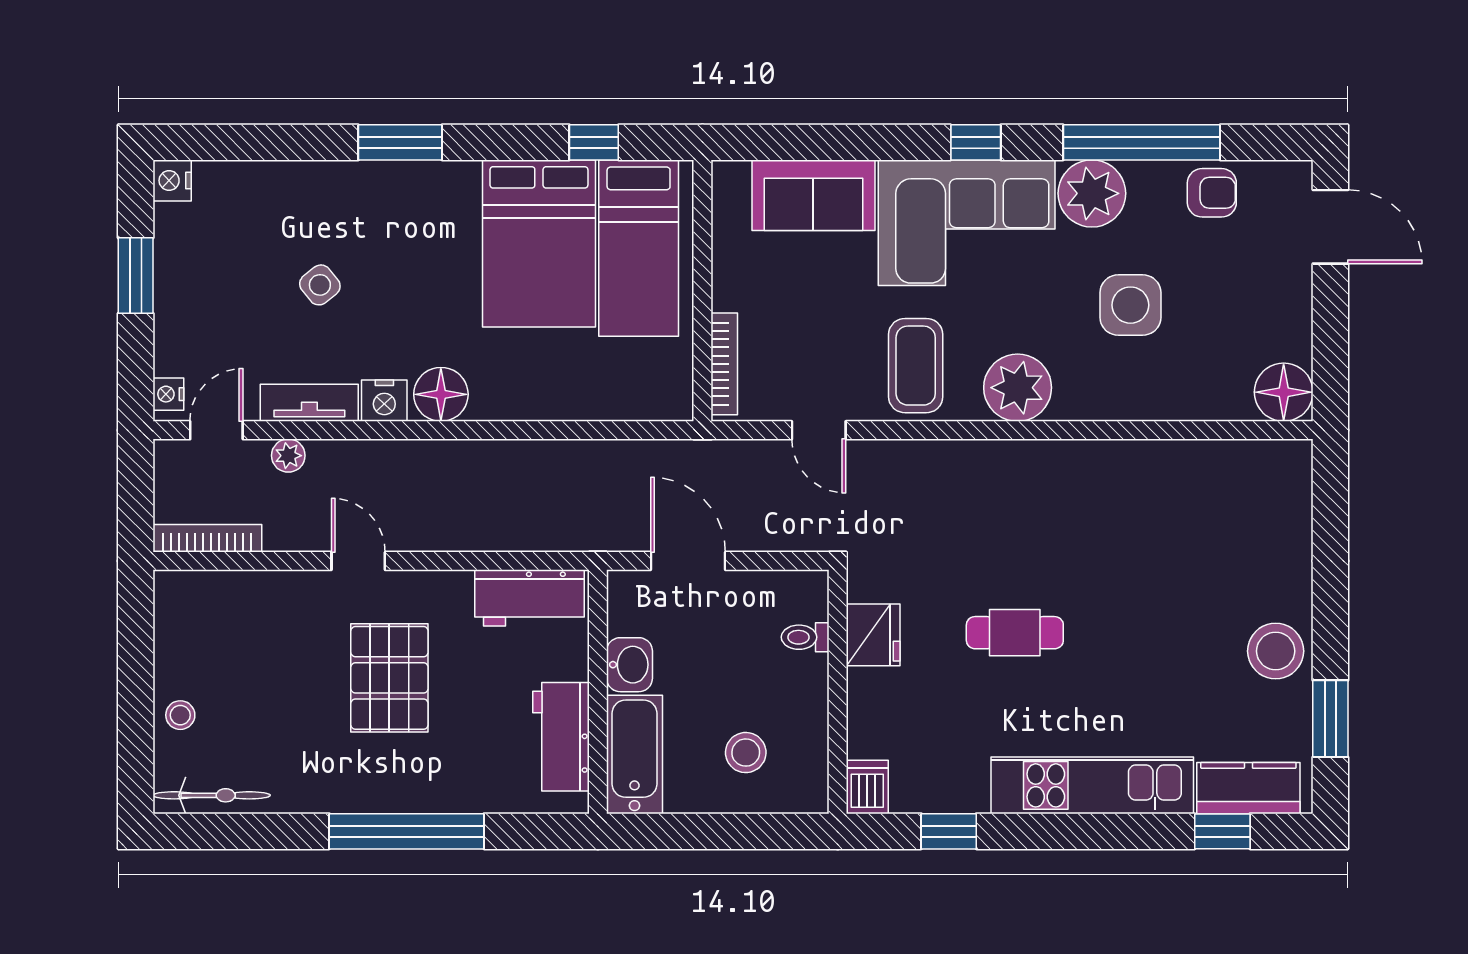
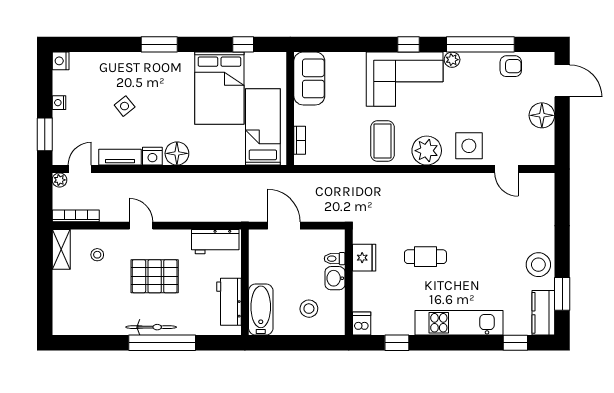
plant: (1092, 193) -> (452, 60), width x0.53, depth x0.53
sofa: (813, 195) -> (309, 78), moved, turned -90
bed: (639, 248) -> (263, 127), moved, turned 180
window: (136, 276) -> (45, 134), moved
side table: (1130, 305) -> (469, 146), moved
bookcase: (724, 364) -> (300, 140), width x0.64
floor lamp: (1284, 392) -> (542, 115), moved
nightstand: (168, 394) -> (59, 103), moved
door: (819, 430) -> (506, 169), moved
plant: (288, 456) -> (59, 180), moved
shelving: (174, 616) -> (61, 249), added
washbasin: (629, 665) -> (335, 278), moved, turned 180
pallet: (389, 678) -> (155, 276), turned 90
stool: (180, 715) -> (97, 255), moved
kitchen counter: (1248, 788) -> (543, 313), moved, turned -90
bicycle: (212, 795) -> (151, 327), moved

